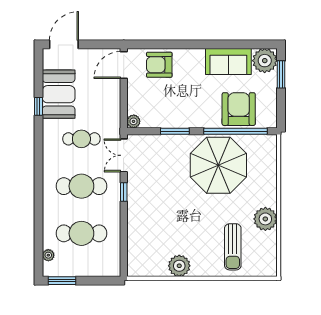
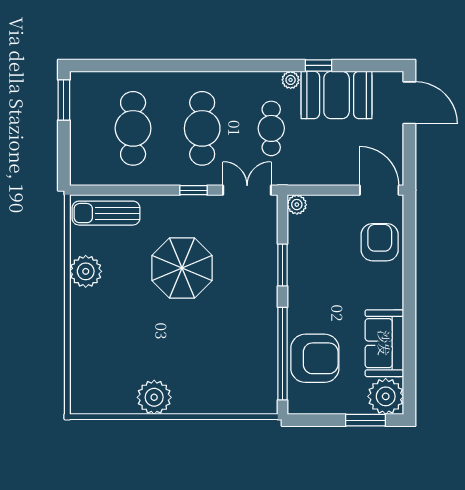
parasol: (218, 165) -> (182, 268), moved, width x0.73, depth x0.73
sun lounger: (233, 247) -> (106, 213), moved
plant: (48, 255) -> (291, 80), moved

